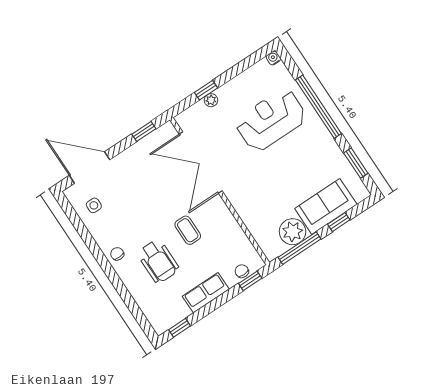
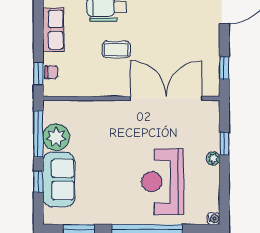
plant: (211, 100) -> (213, 158), moved
reception desk: (271, 120) -> (163, 182), turned 180

